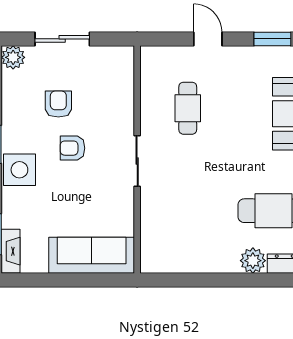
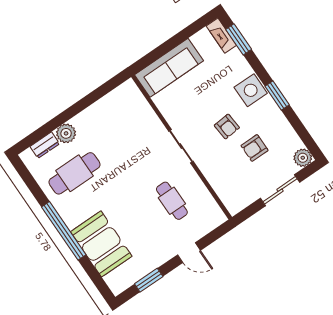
armchair: (58, 104) -> (254, 148), turned 90
armchair: (72, 148) -> (227, 127), turned 85

